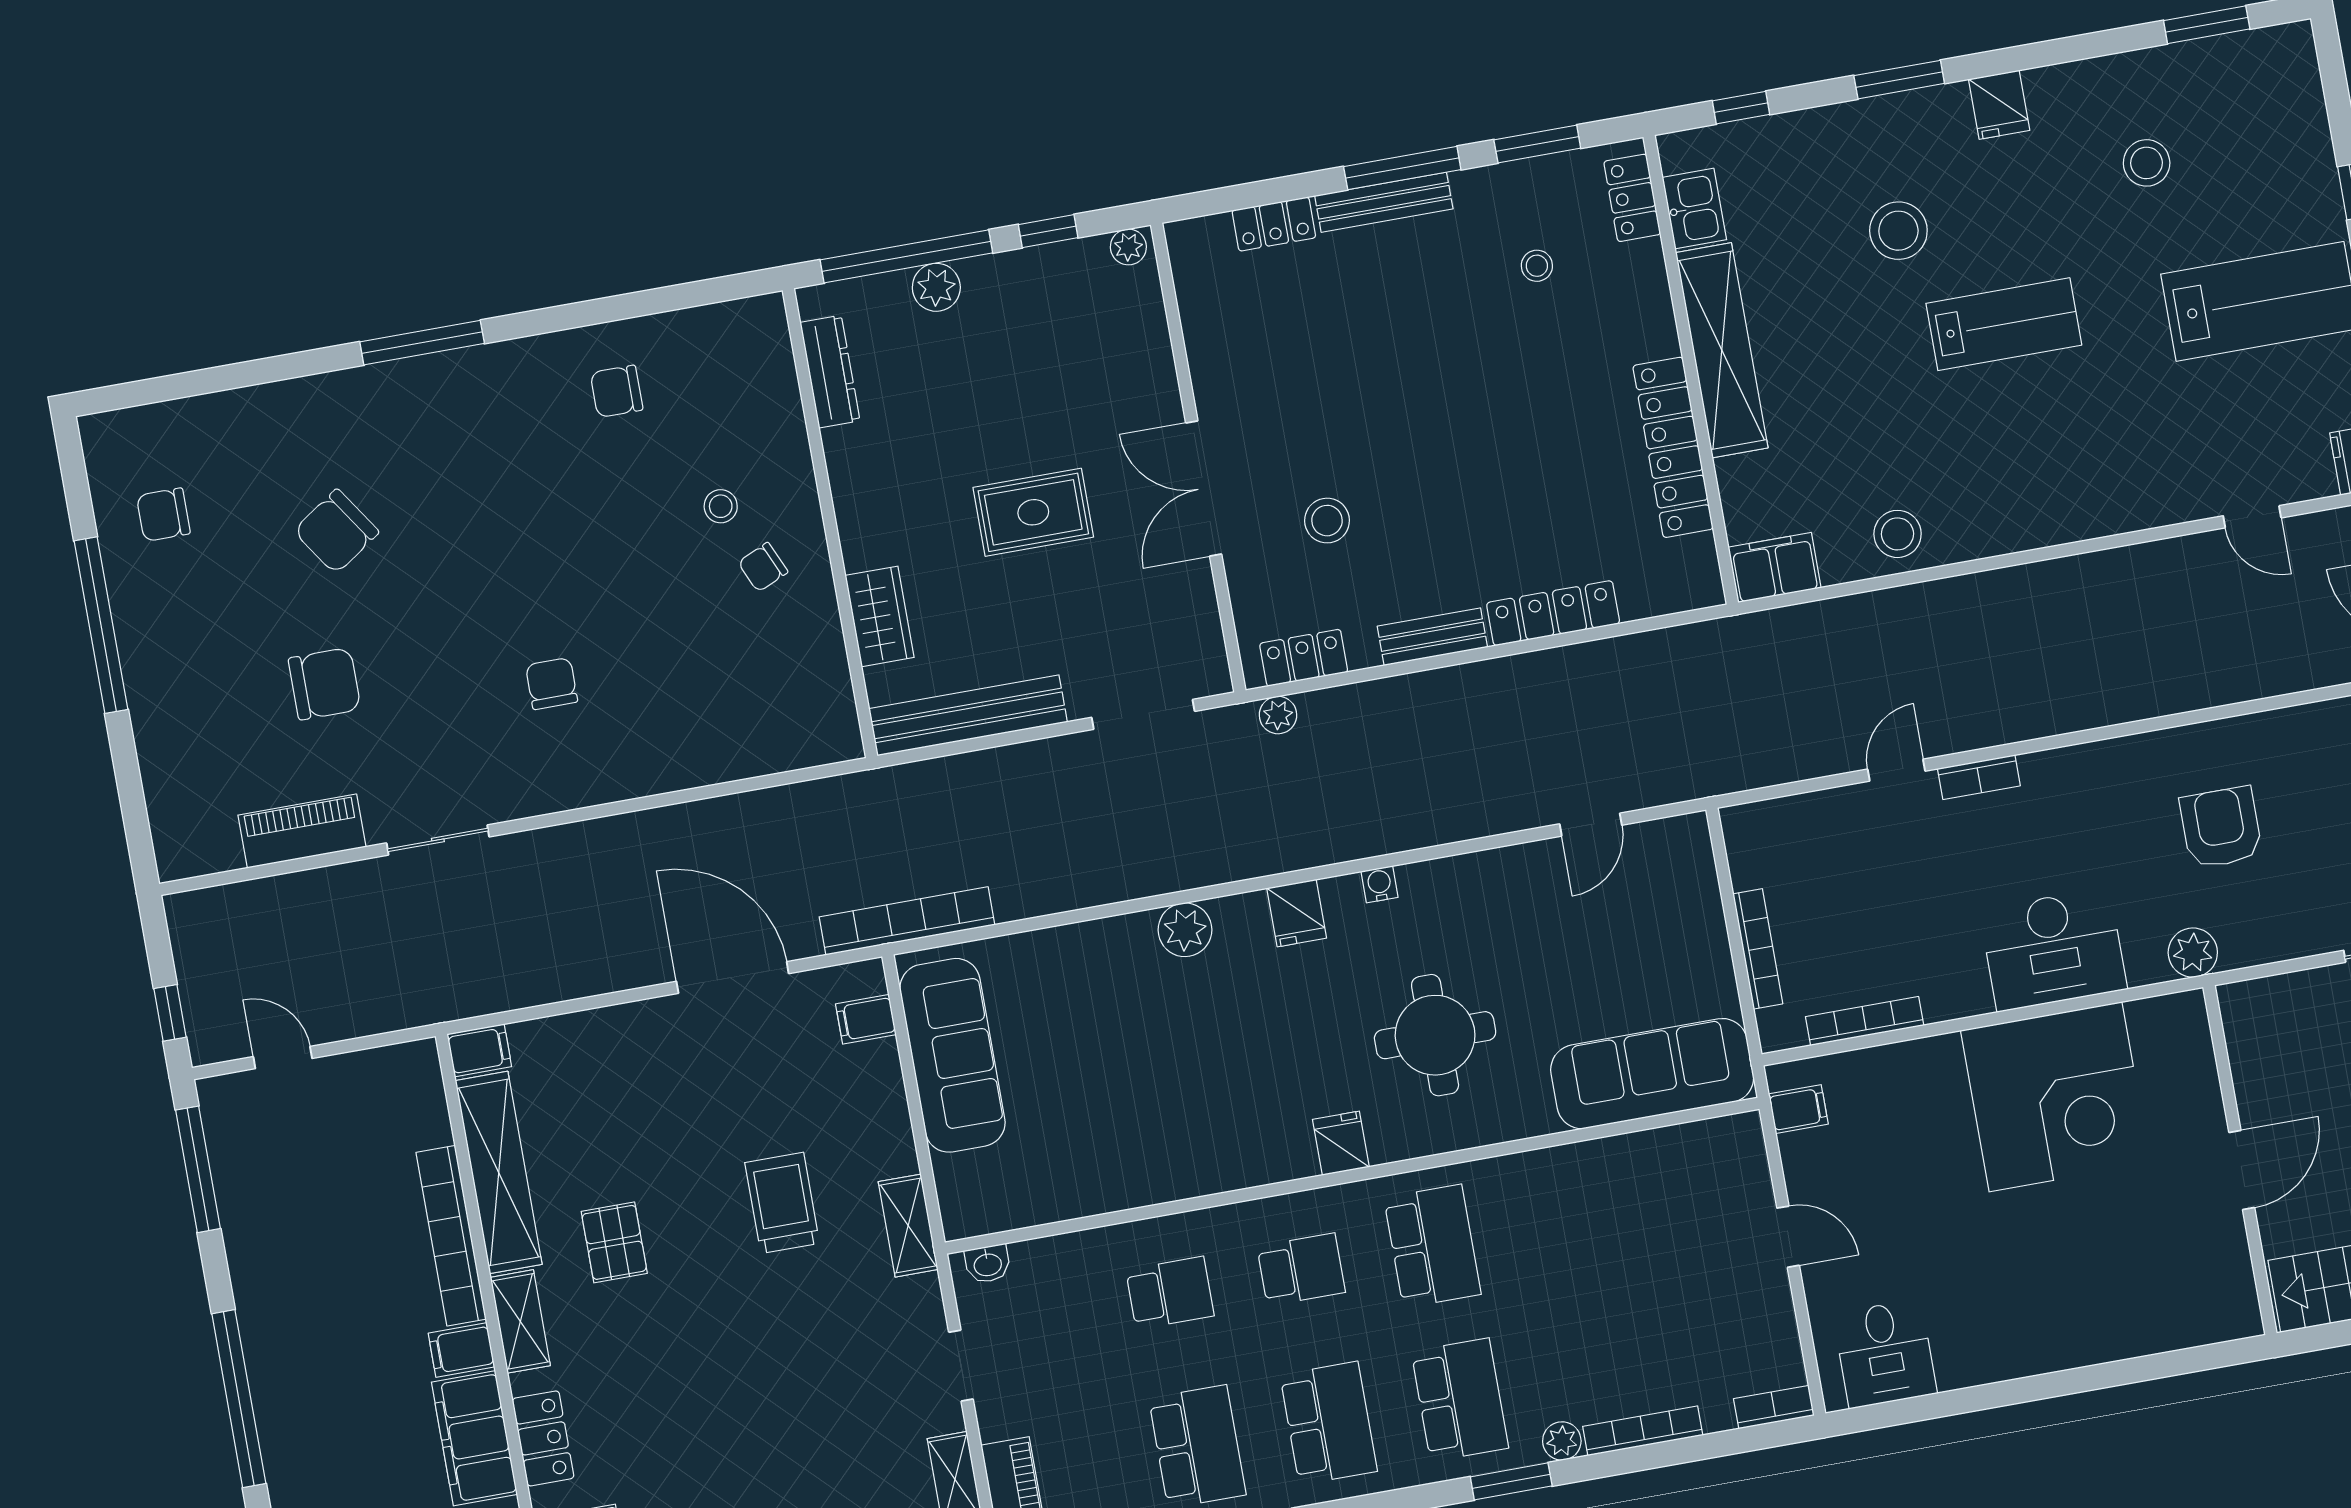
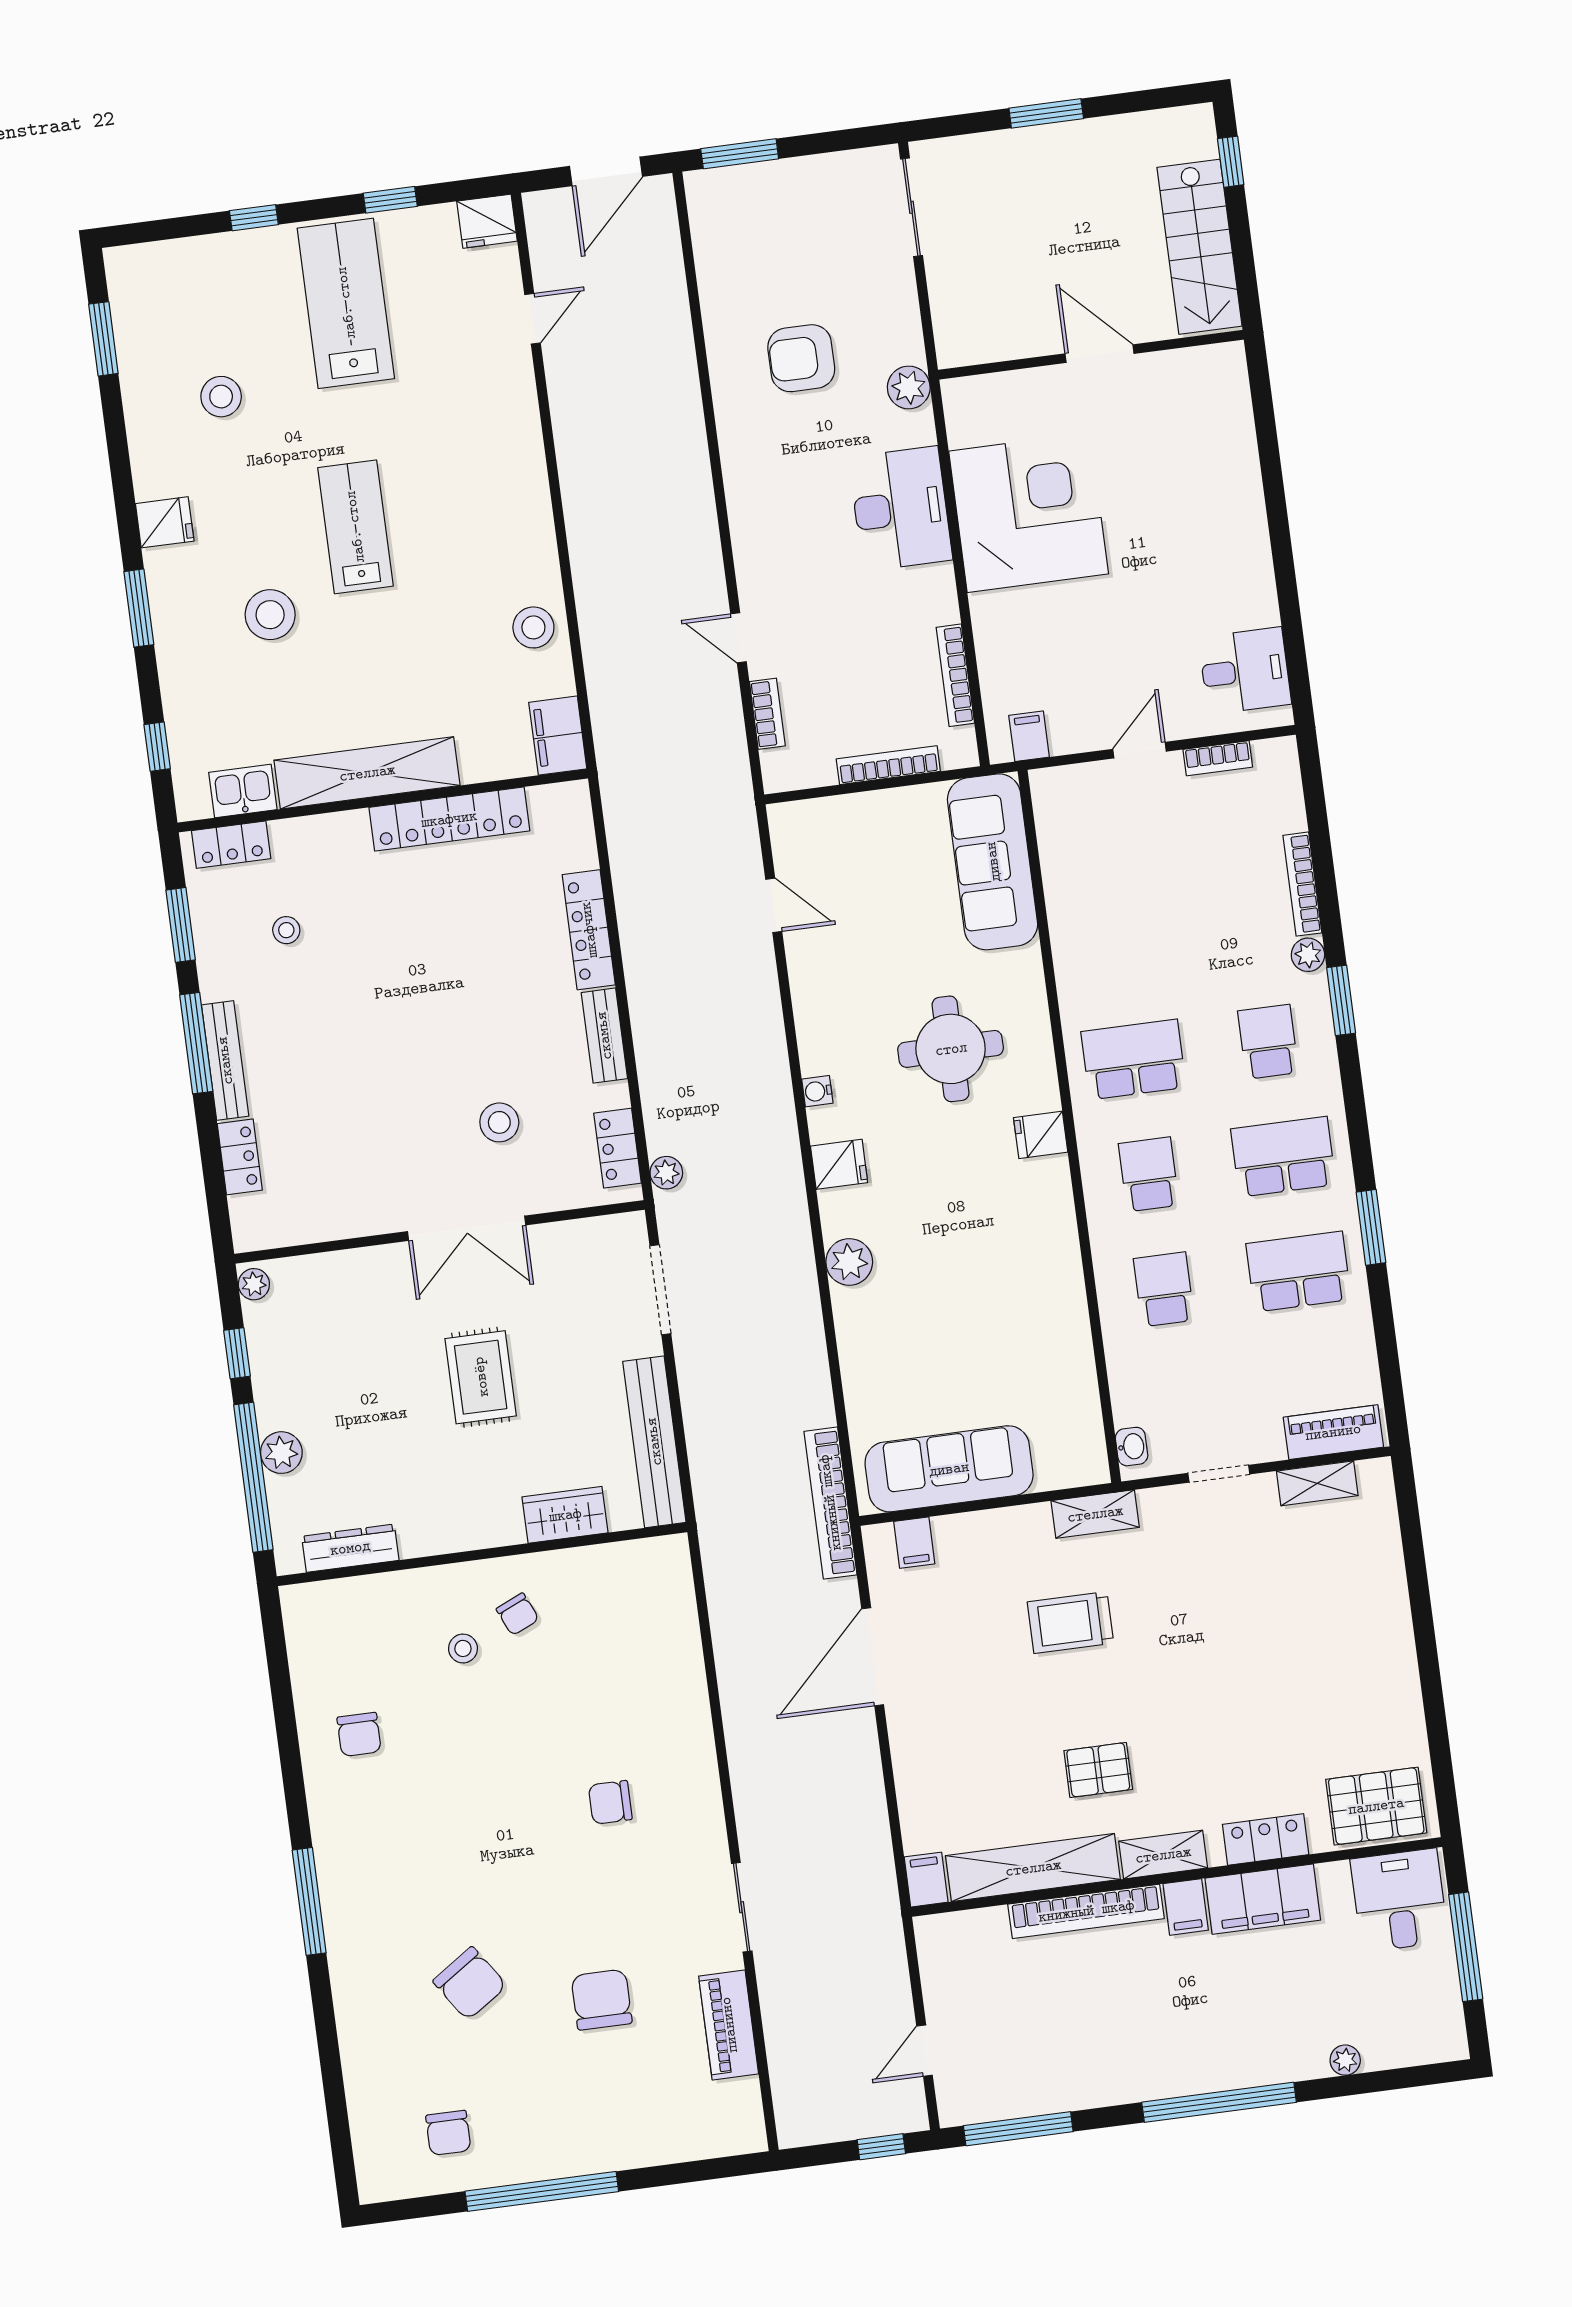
bookcase: (1979, 777) -> (767, 714), moved
school desk: (1460, 1400) -> (1268, 1042), width x0.54
bookcase: (1774, 1407) -> (1218, 758), moved, turned -90

